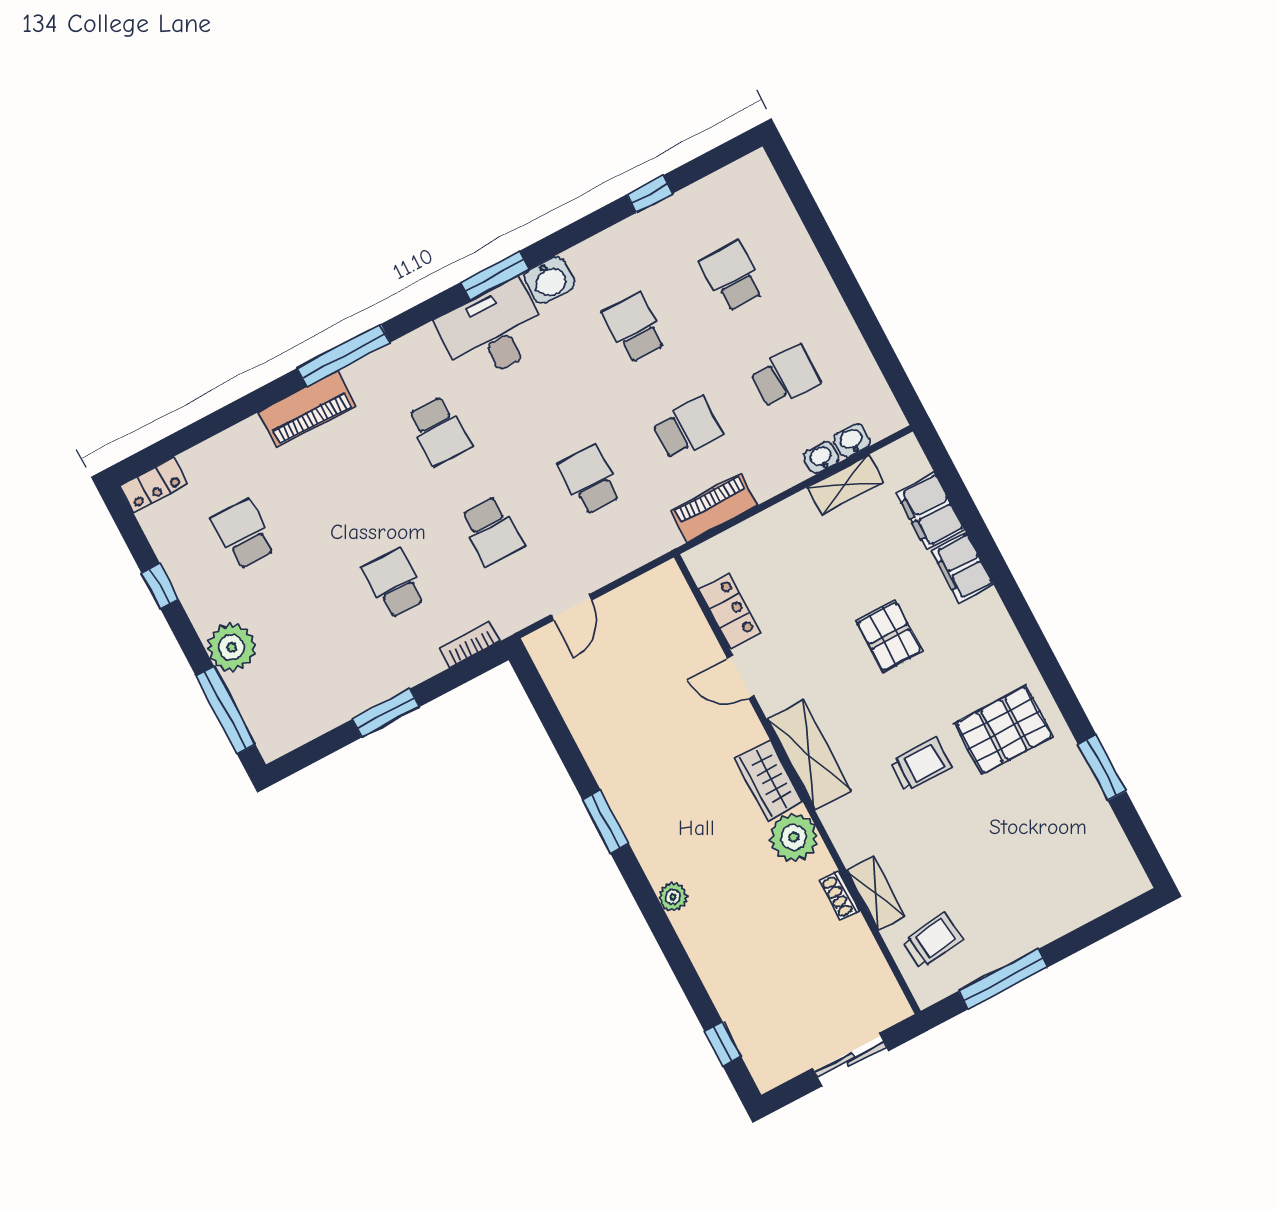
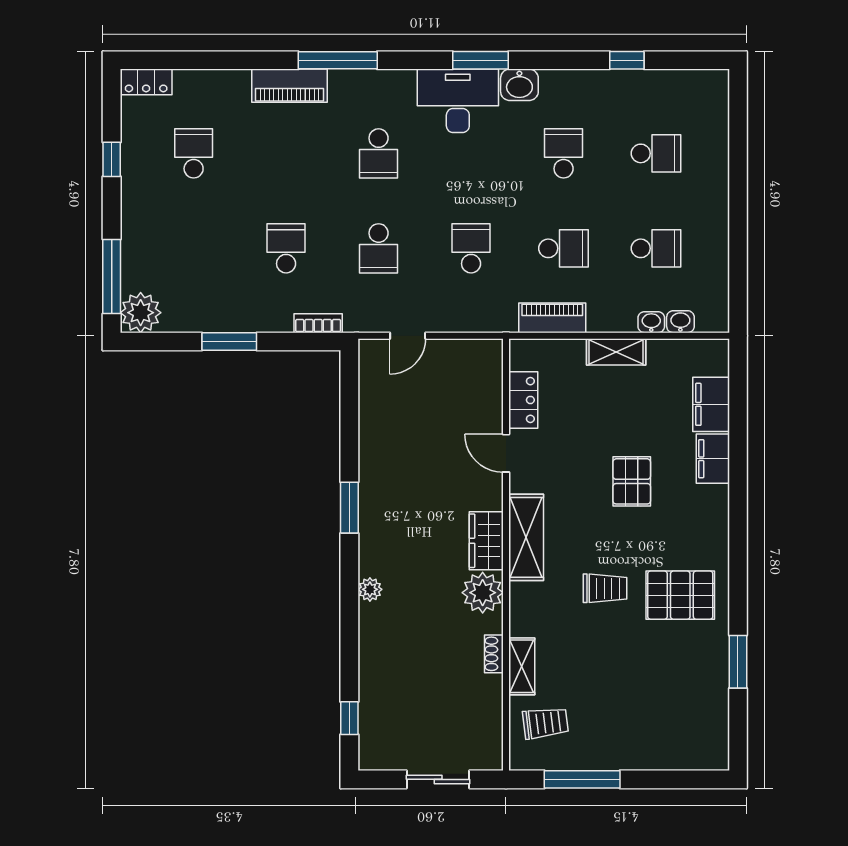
school desk: (732, 276) -> (656, 153), turned 90
shelving: (845, 485) -> (616, 352), moved
plant: (232, 647) -> (141, 313), moved

